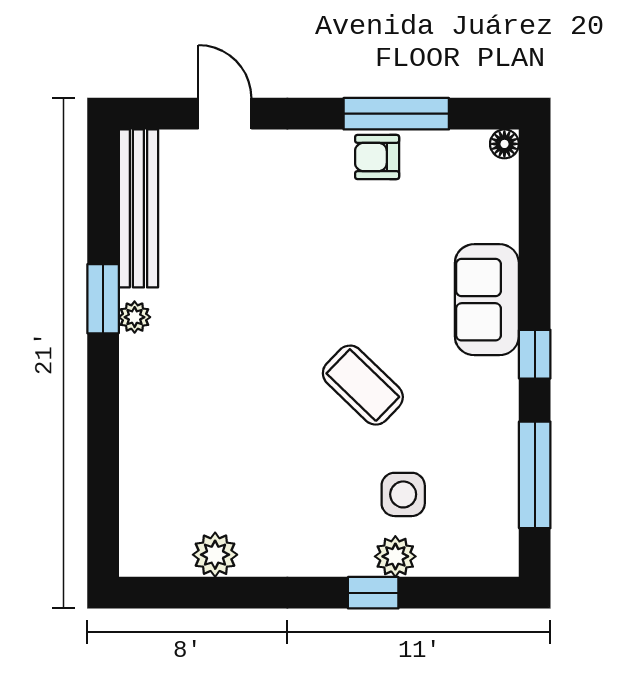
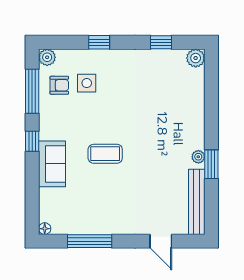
armchair: (377, 157) -> (59, 85), moved
coffee table: (363, 385) -> (105, 154), moved, turned -44
plant: (215, 555) -> (196, 58), moved
plant: (395, 556) -> (47, 57), moved
window: (224, 593) -> (161, 42), added

